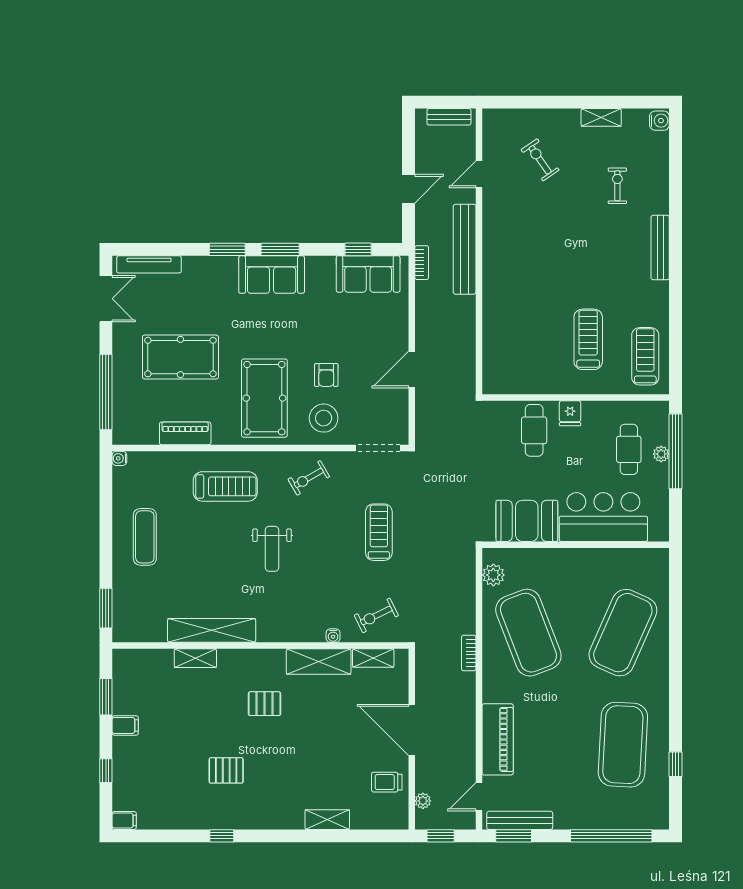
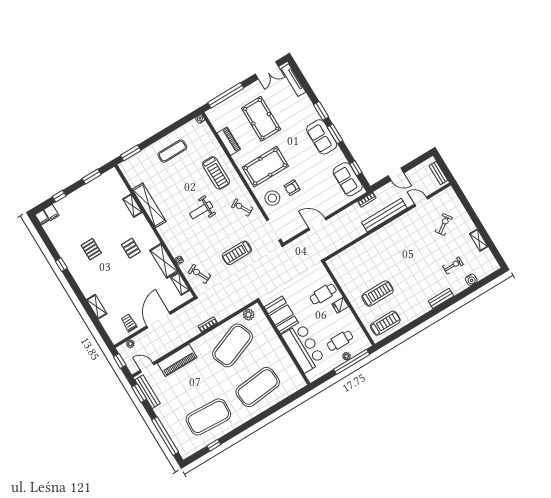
water cooler: (659, 121) -> (471, 280), moved
bench: (660, 248) -> (441, 298), width x0.73
treadmill: (379, 532) -> (237, 253), turned 180
exercise mat: (623, 633) -> (258, 387), turned -30
filing cabinet: (125, 725) -> (51, 213), moved

